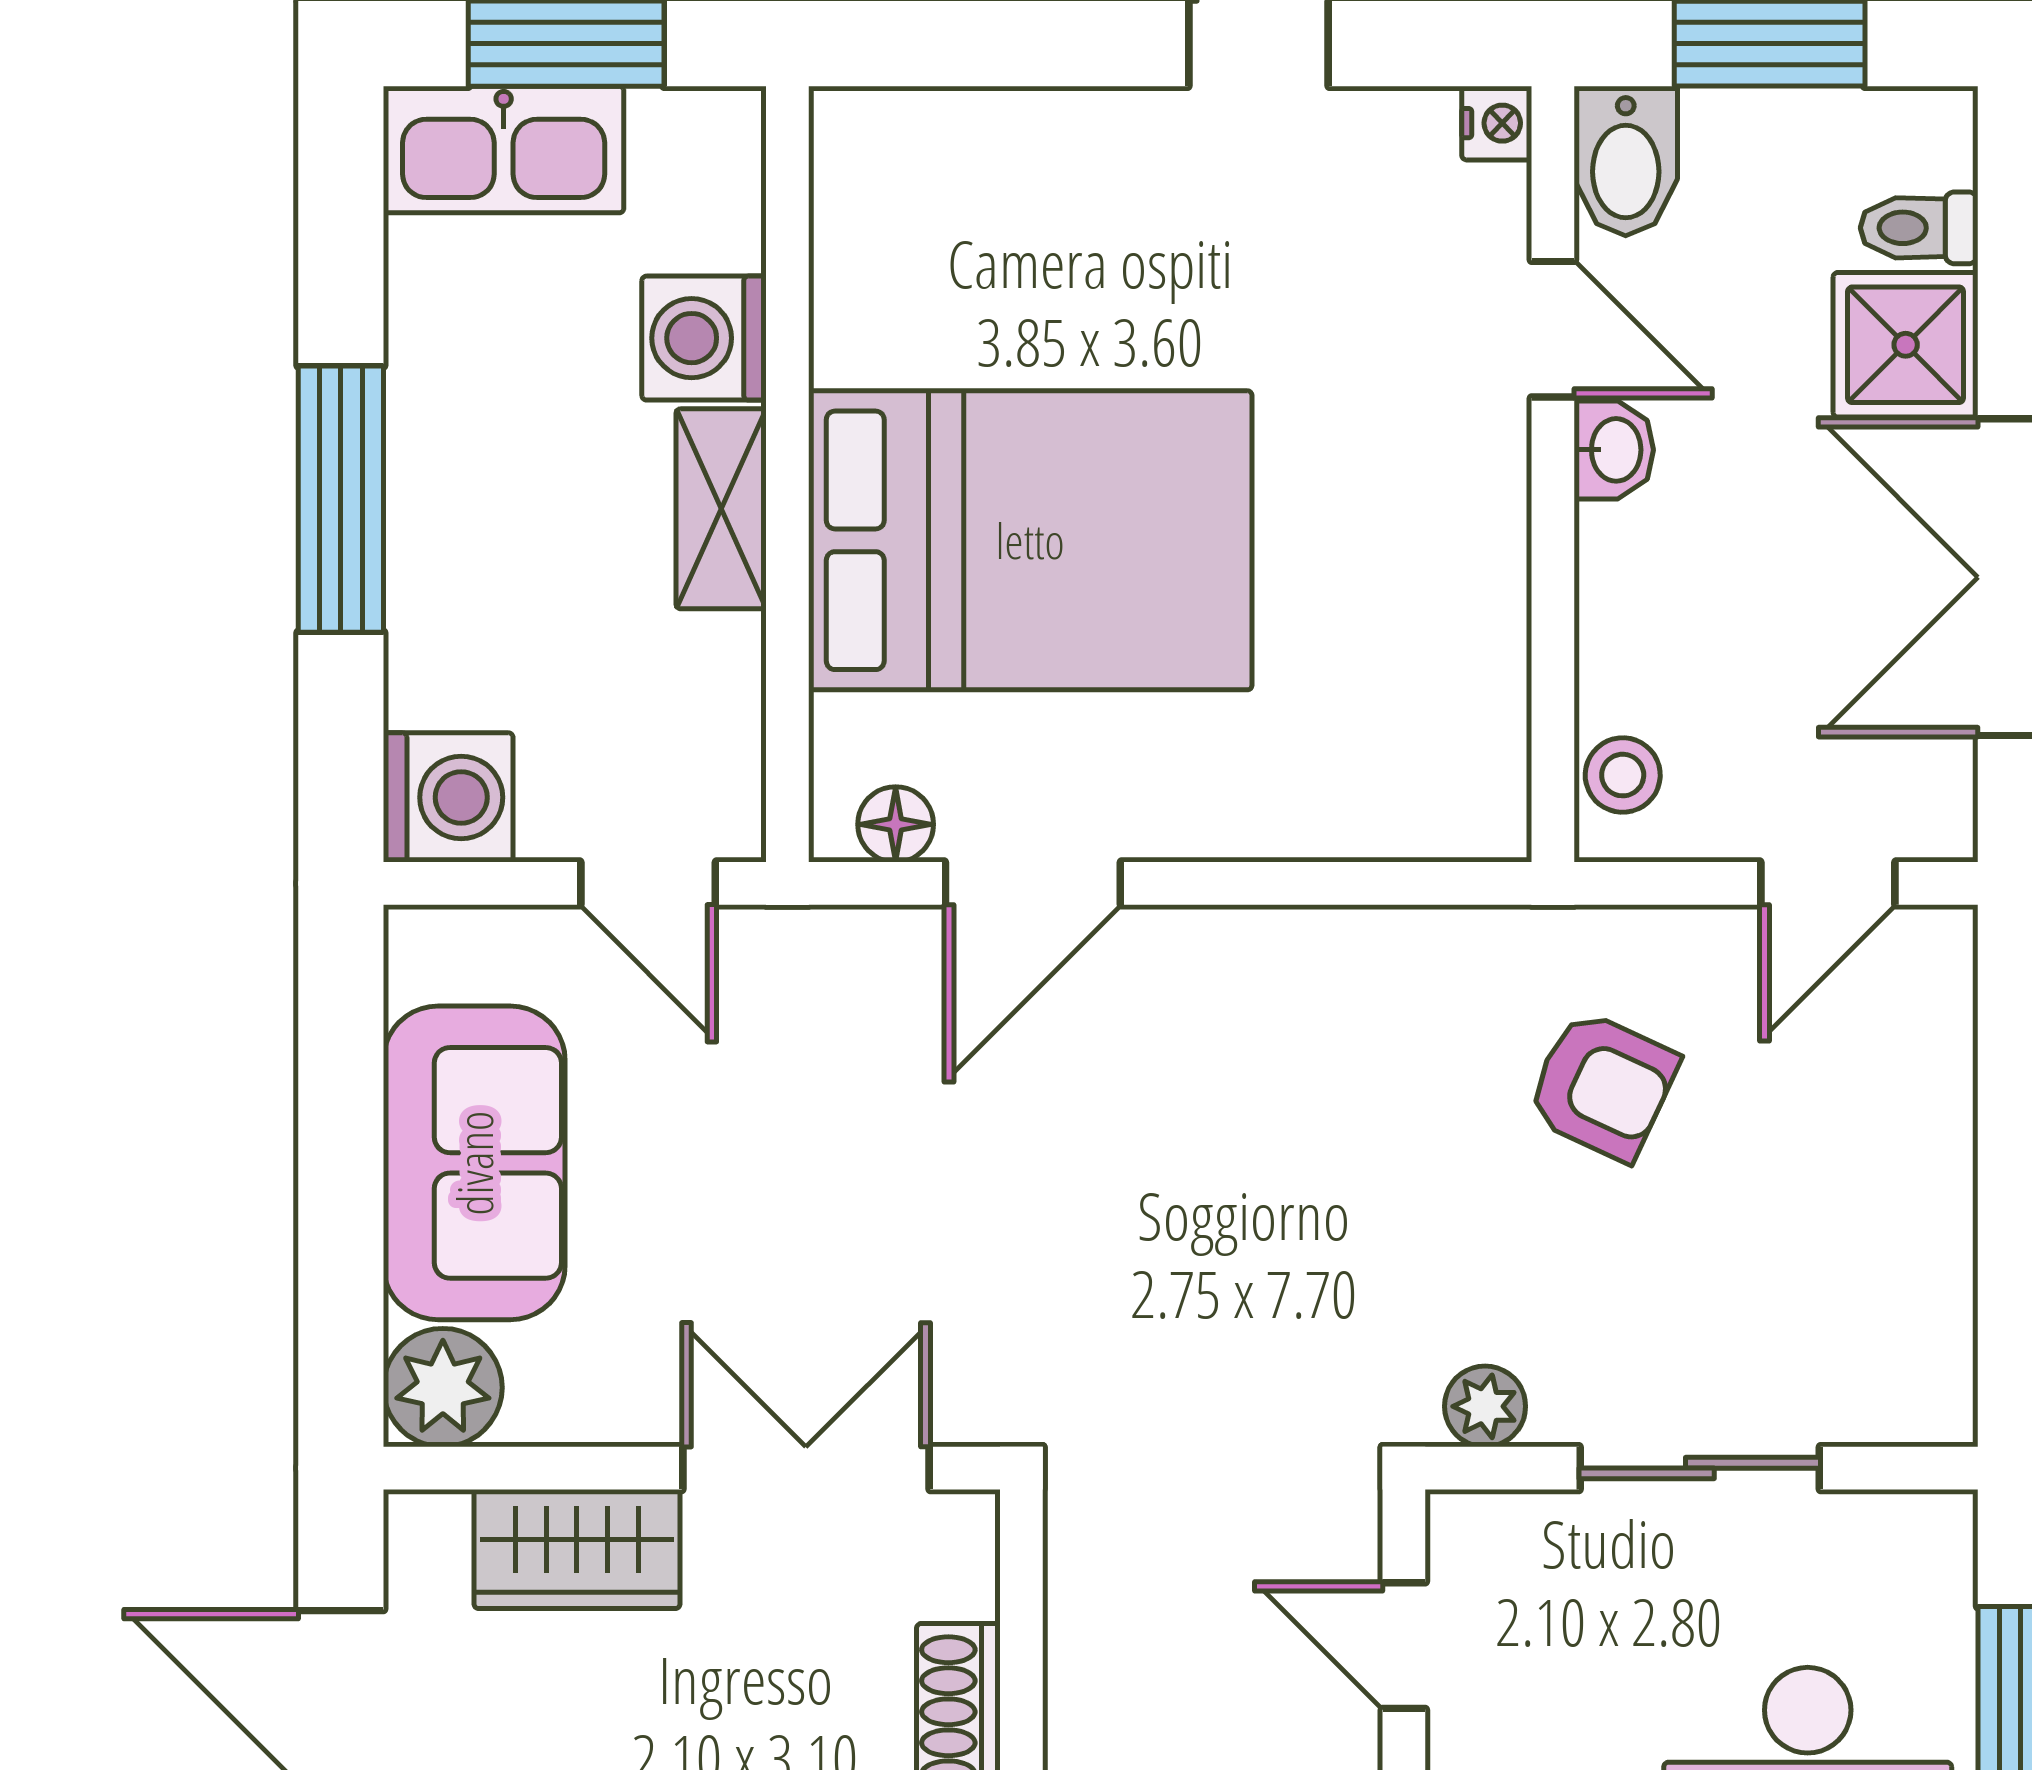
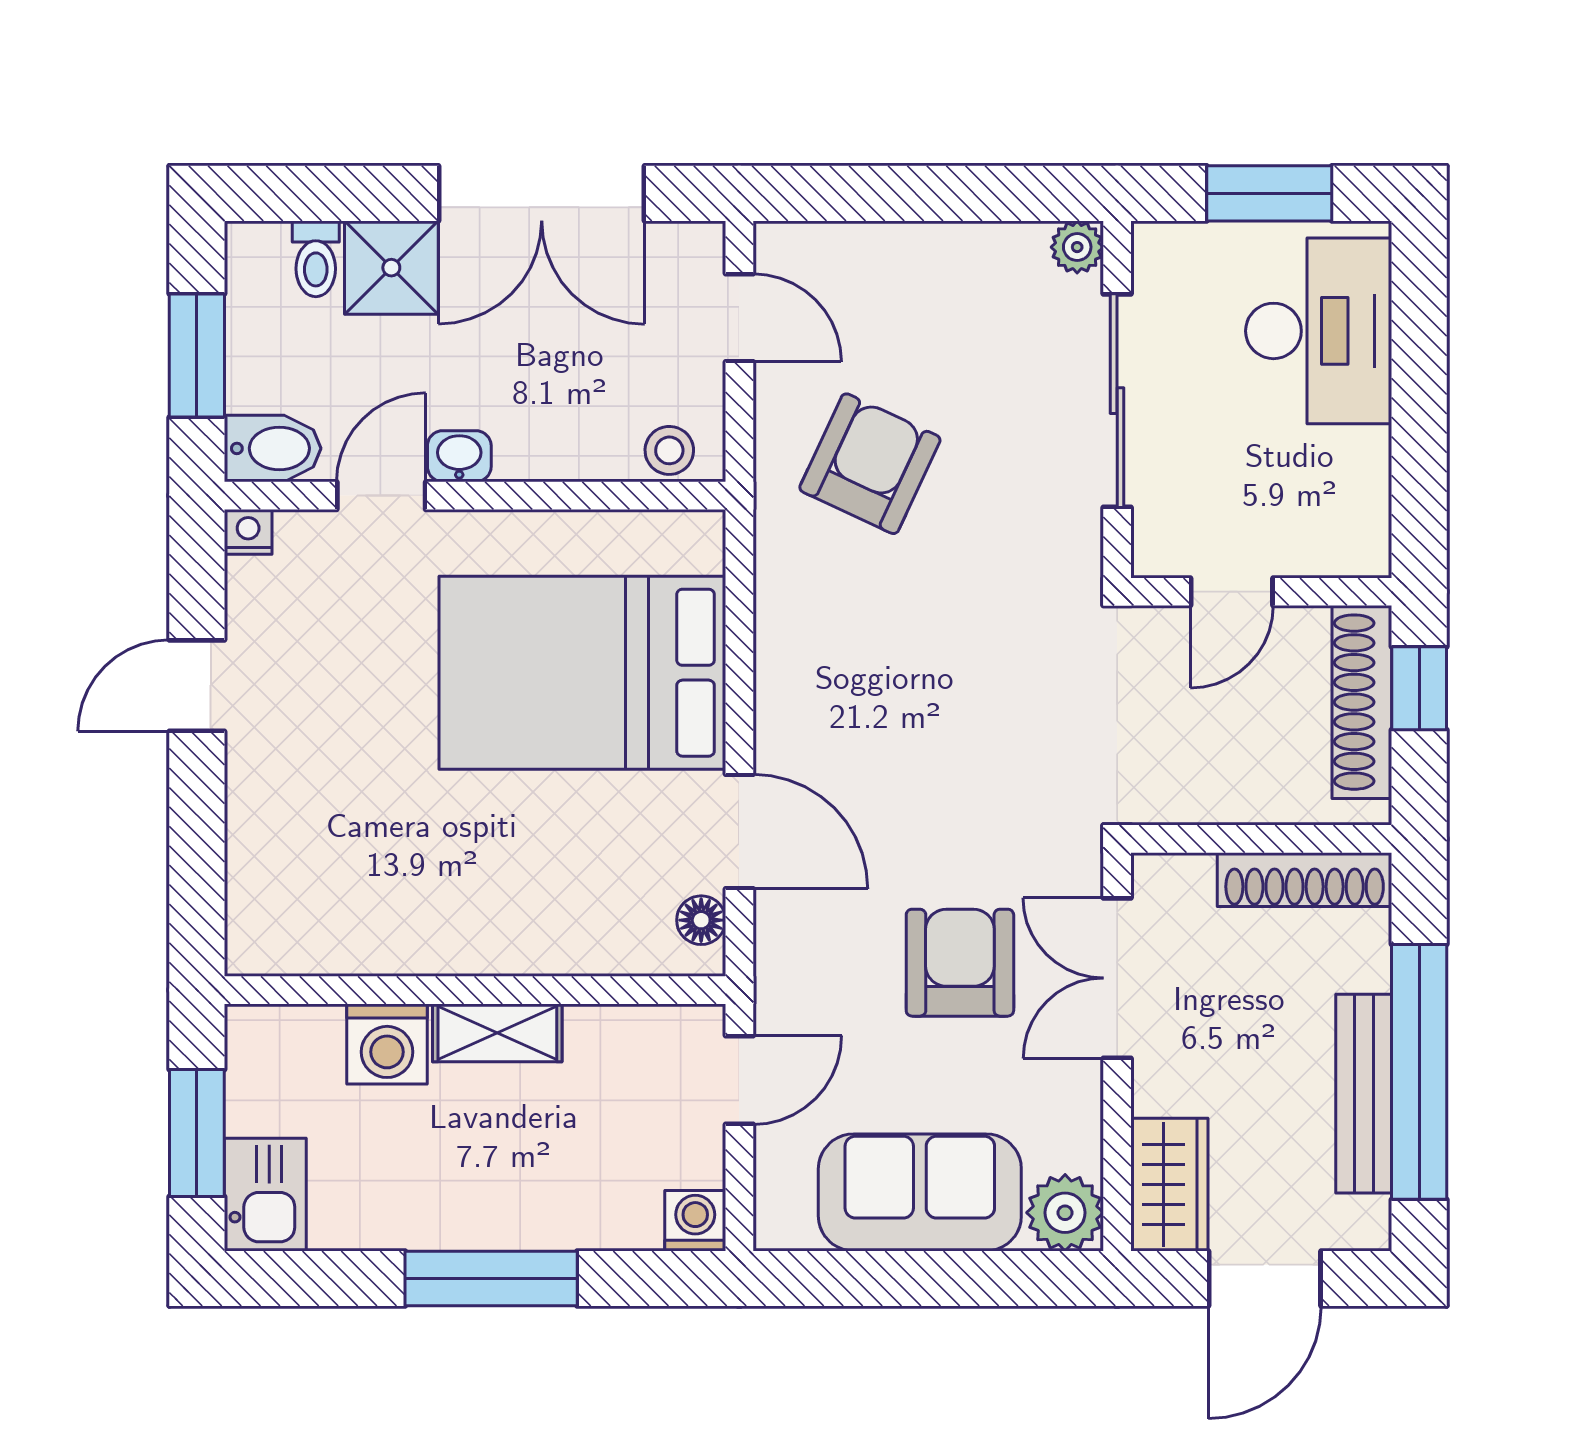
kitchen sink: (504, 150) -> (265, 1195), width x0.73
bed: (1030, 540) -> (582, 673), moved, turned -90
washing machine: (448, 797) -> (695, 1221), width x0.73, depth x0.73
armchair: (1602, 1086) -> (870, 464), width x1.38, depth x1.38
armchair: (830, 1225) -> (960, 963), added
plant: (1485, 1406) -> (1077, 247), moved
sliding door: (1700, 1468) -> (1117, 401), width x1.37
wardrobe: (577, 1549) -> (1169, 1185), moved

